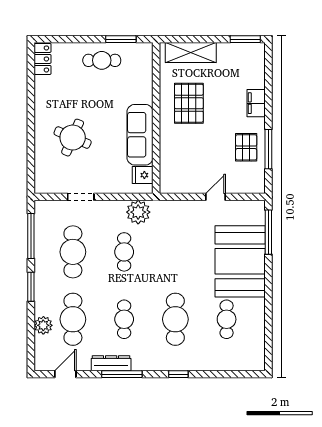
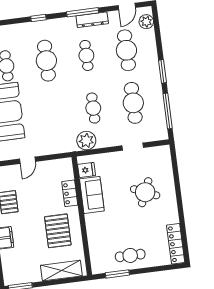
locker: (43, 59) -> (176, 244), width x1.53
sofa: (140, 135) -> (92, 195), width x0.73
locker: (168, 148) -> (70, 193), added
plant: (43, 325) -> (146, 22), moved

